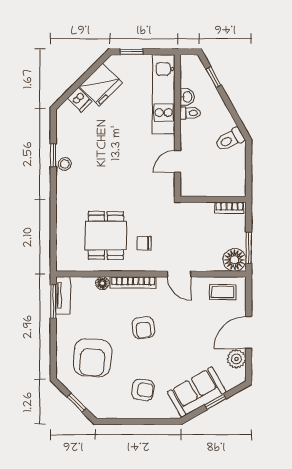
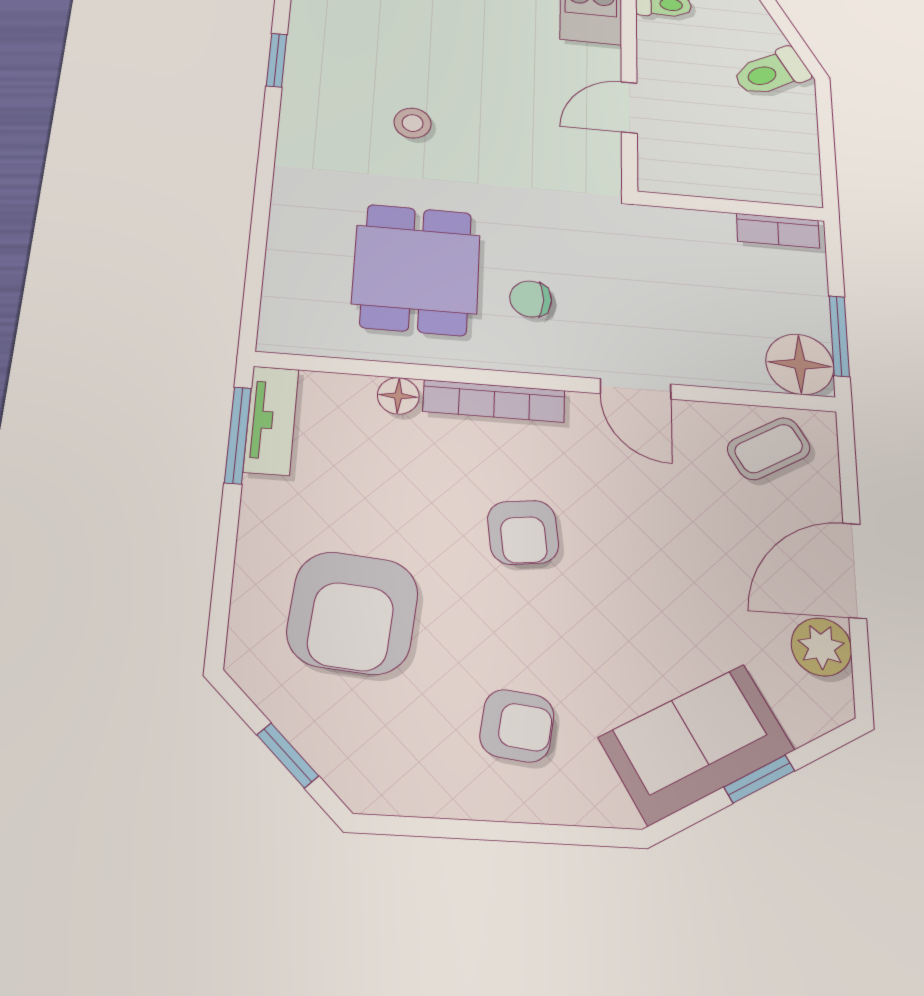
stool: (65, 164) -> (413, 123), moved
coffee table: (223, 292) -> (769, 449), turned -31

